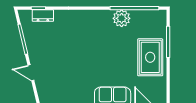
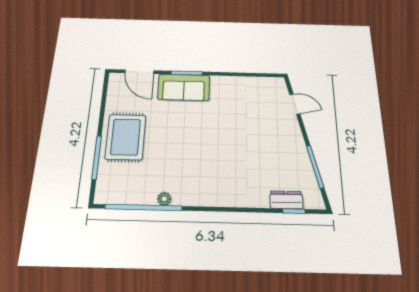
plant: (122, 18) -> (164, 199), width x0.53, depth x0.53
door: (31, 73) -> (295, 104), moved

